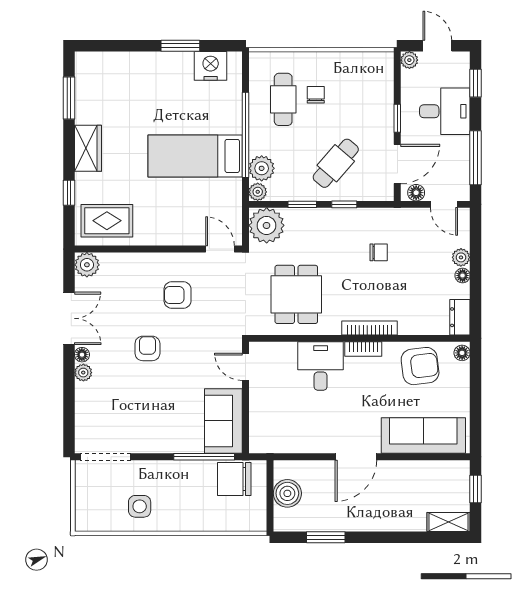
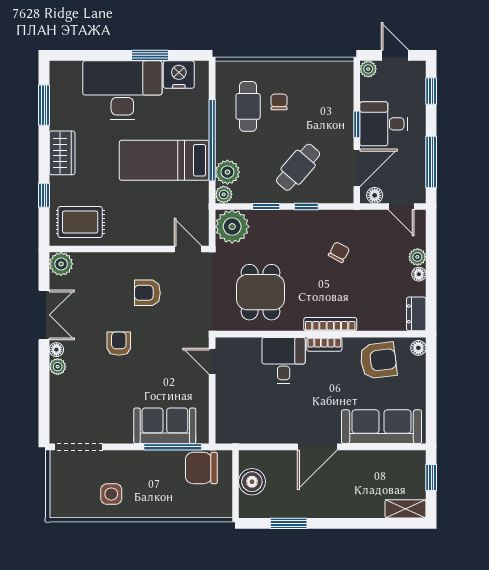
desk: (151, 82) -> (122, 90), added
desk: (445, 111) -> (384, 124), moved, turned 180
chair: (379, 252) -> (339, 252), turned -62
sofa: (223, 421) -> (165, 426), moved, turned 90

